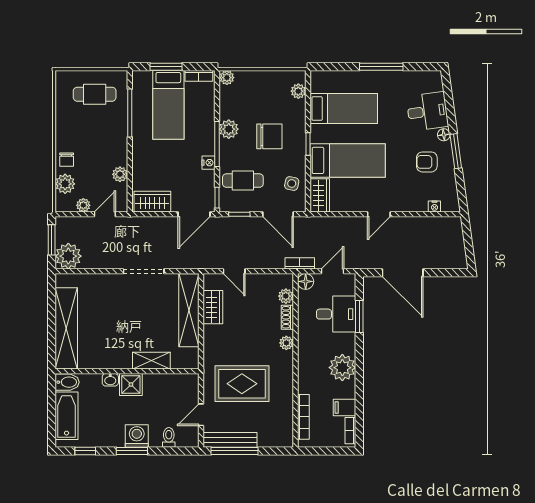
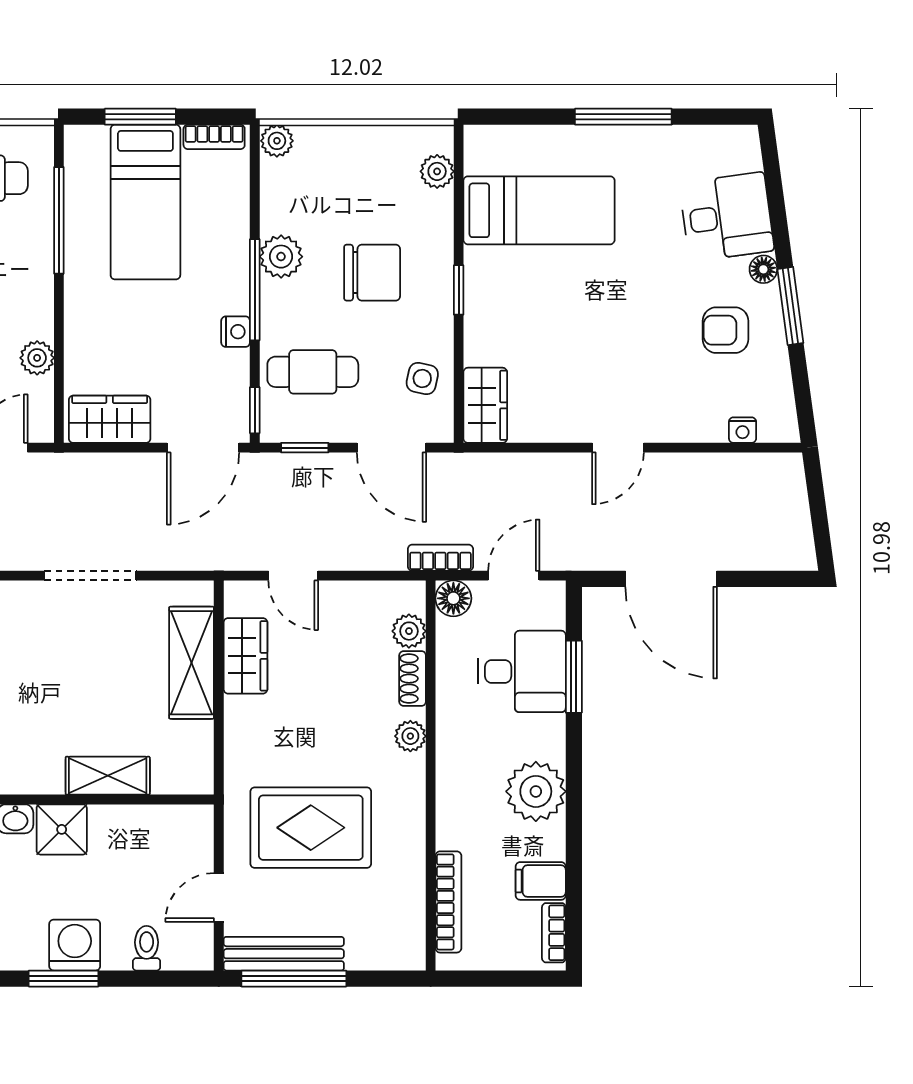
bed: (348, 160) -> (548, 327), removed
shelving: (189, 310) -> (192, 663), width x0.68

